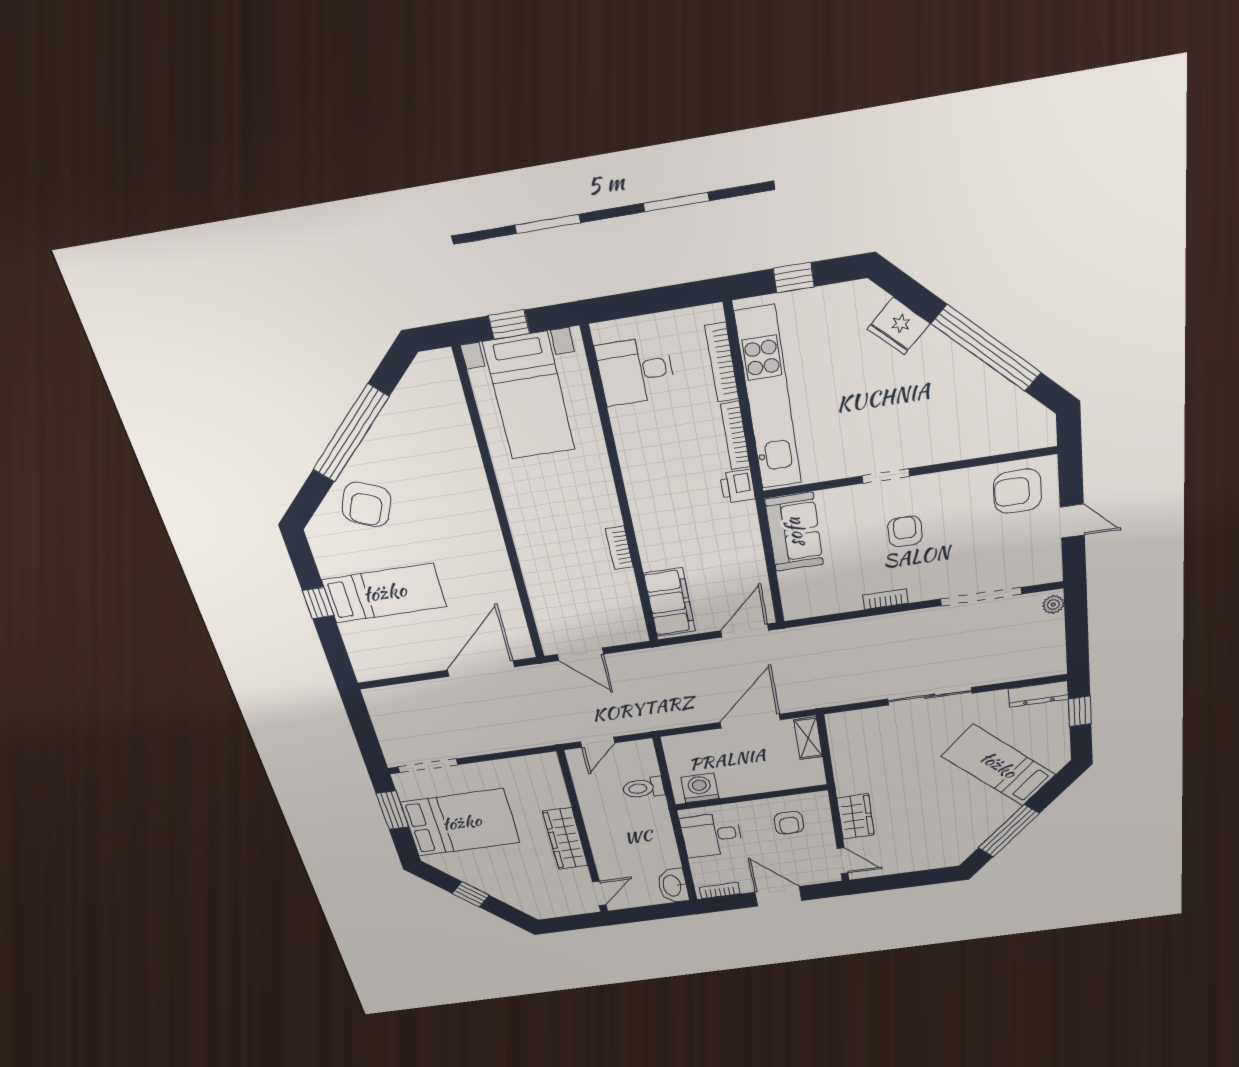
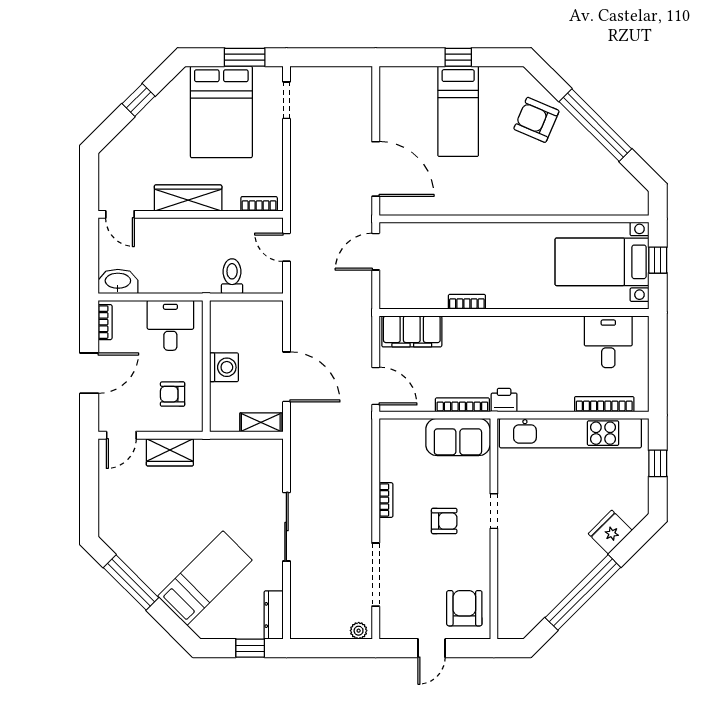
bookcase: (735, 436) -> (462, 405), moved
doorway: (428, 766) -> (286, 100), width x0.73
bookcase: (554, 775) -> (259, 204), added
washing machine: (700, 788) -> (224, 367), moved

